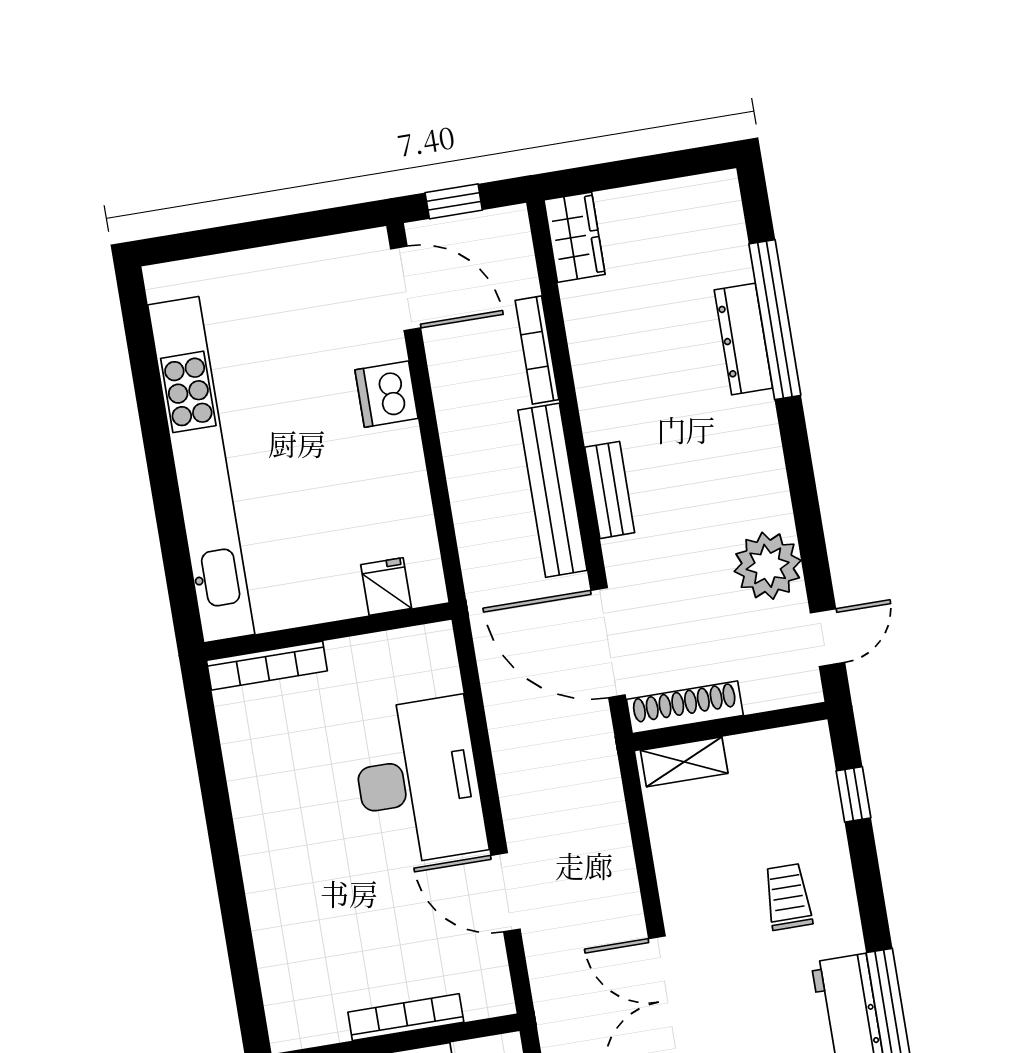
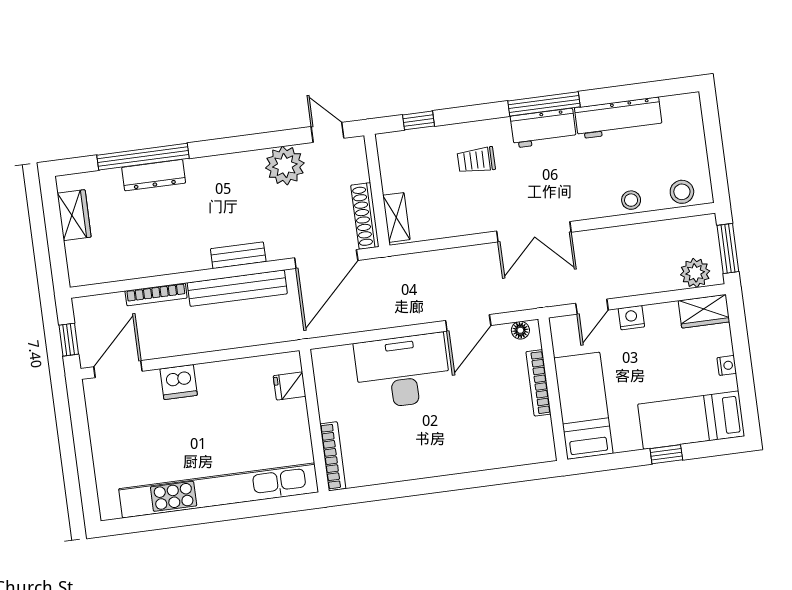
wardrobe: (574, 237) -> (74, 215), moved, turned 90
floor lamp: (496, 983) -> (520, 330), added

